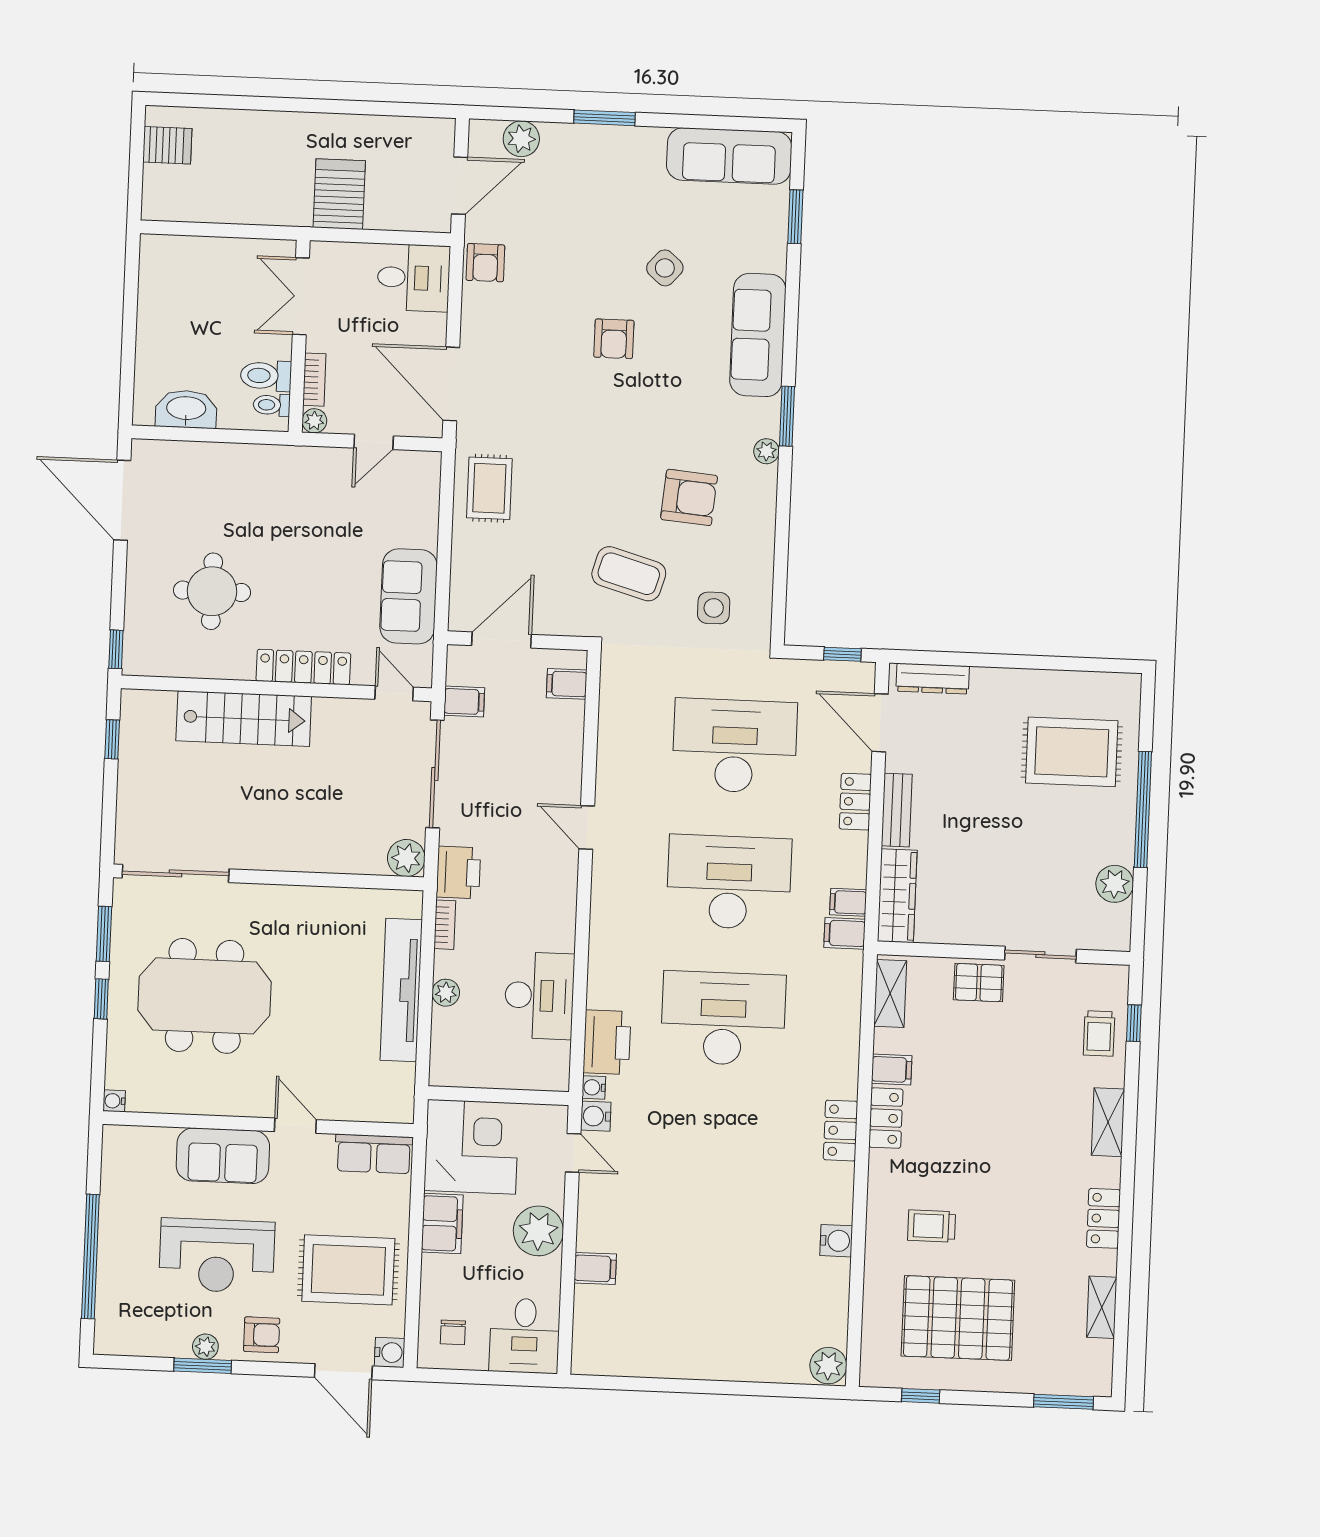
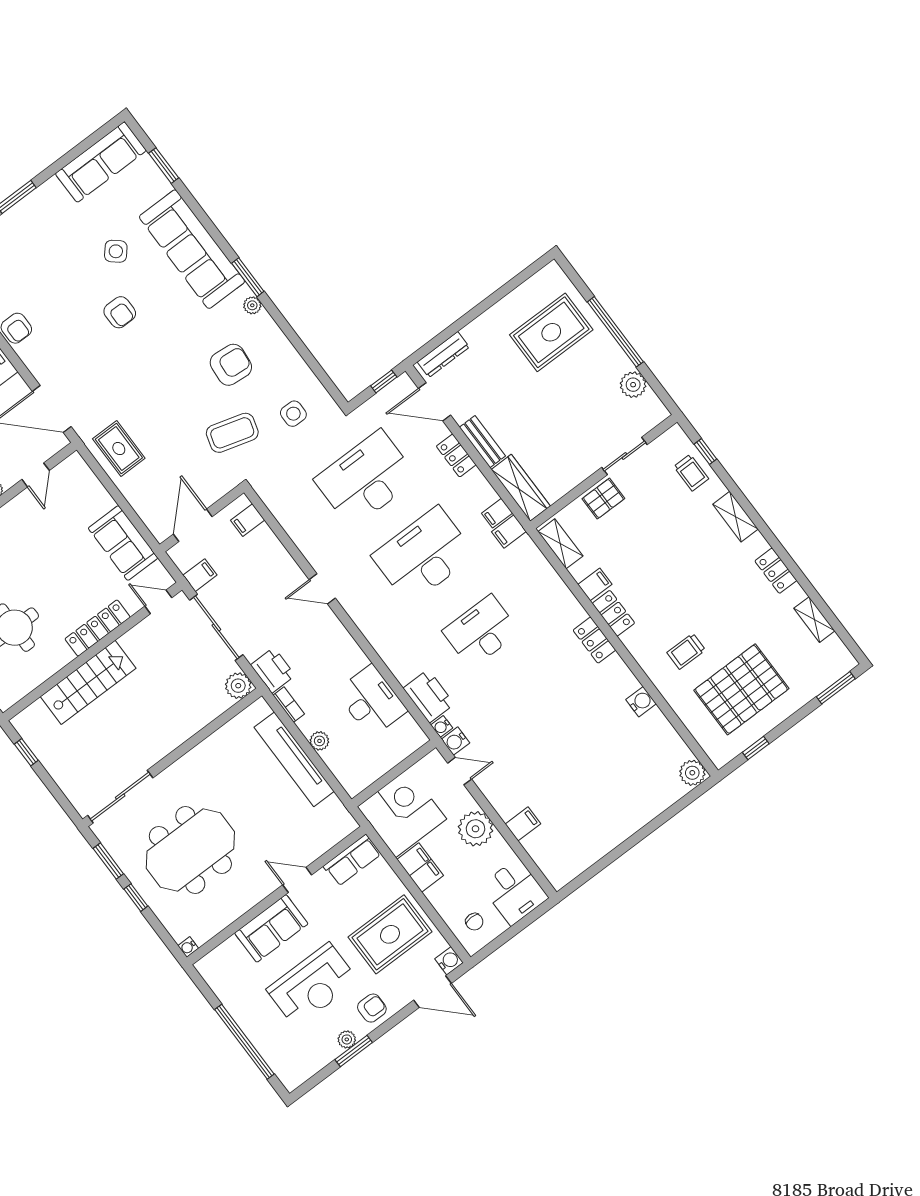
sofa: (758, 335) -> (192, 249), width x1.36, depth x1.27
desk: (723, 1018) -> (481, 632), width x0.73, depth x0.77

